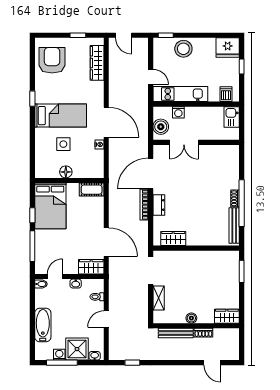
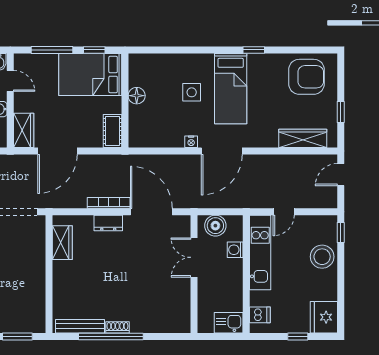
floor lamp: (66, 172) -> (137, 96), moved
wall: (69, 181) -> (125, 100), moved
cot: (92, 190) -> (113, 131), moved
bed: (50, 206) -> (90, 74), moved

